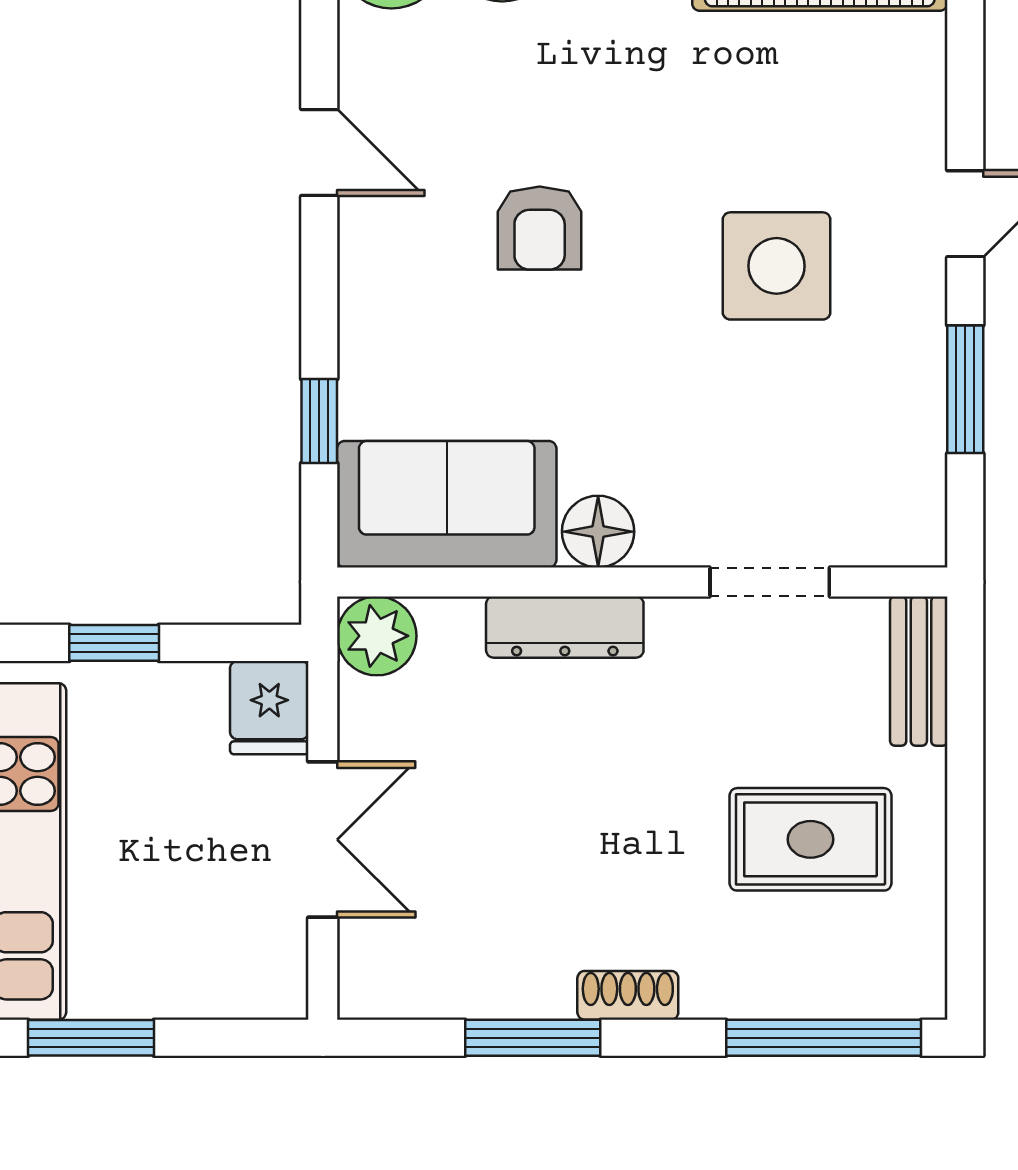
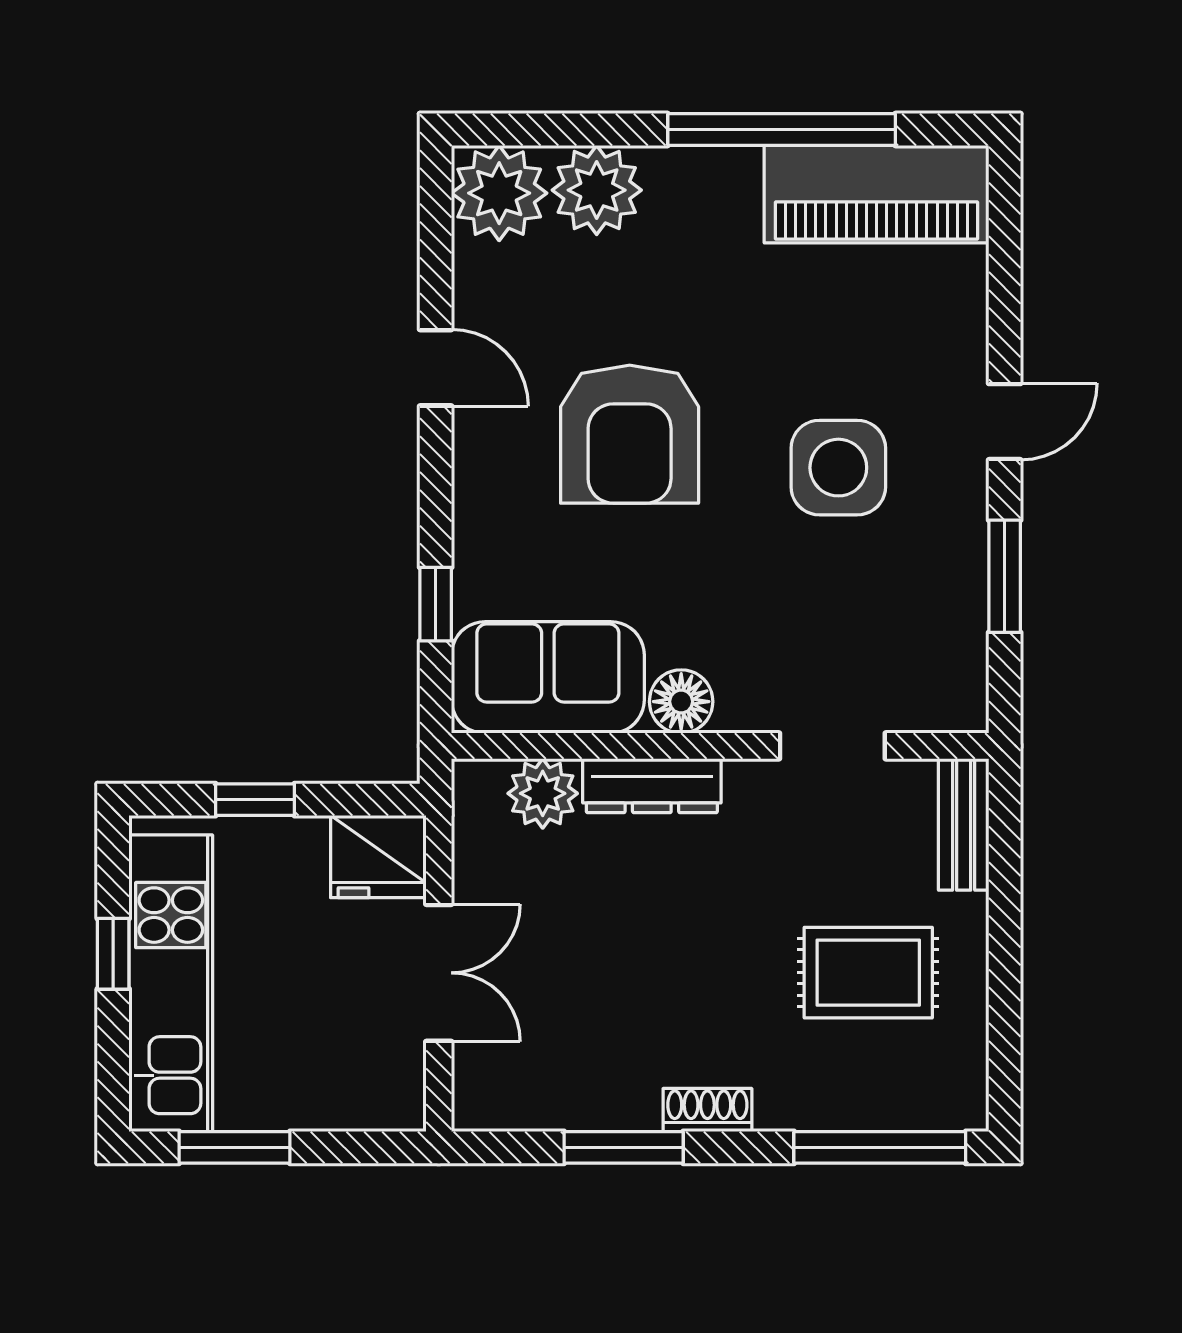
armchair: (540, 228) -> (630, 434), width x1.88, depth x1.88
plant: (377, 636) -> (543, 793), moved
fridge: (269, 708) -> (378, 857), width x1.38

